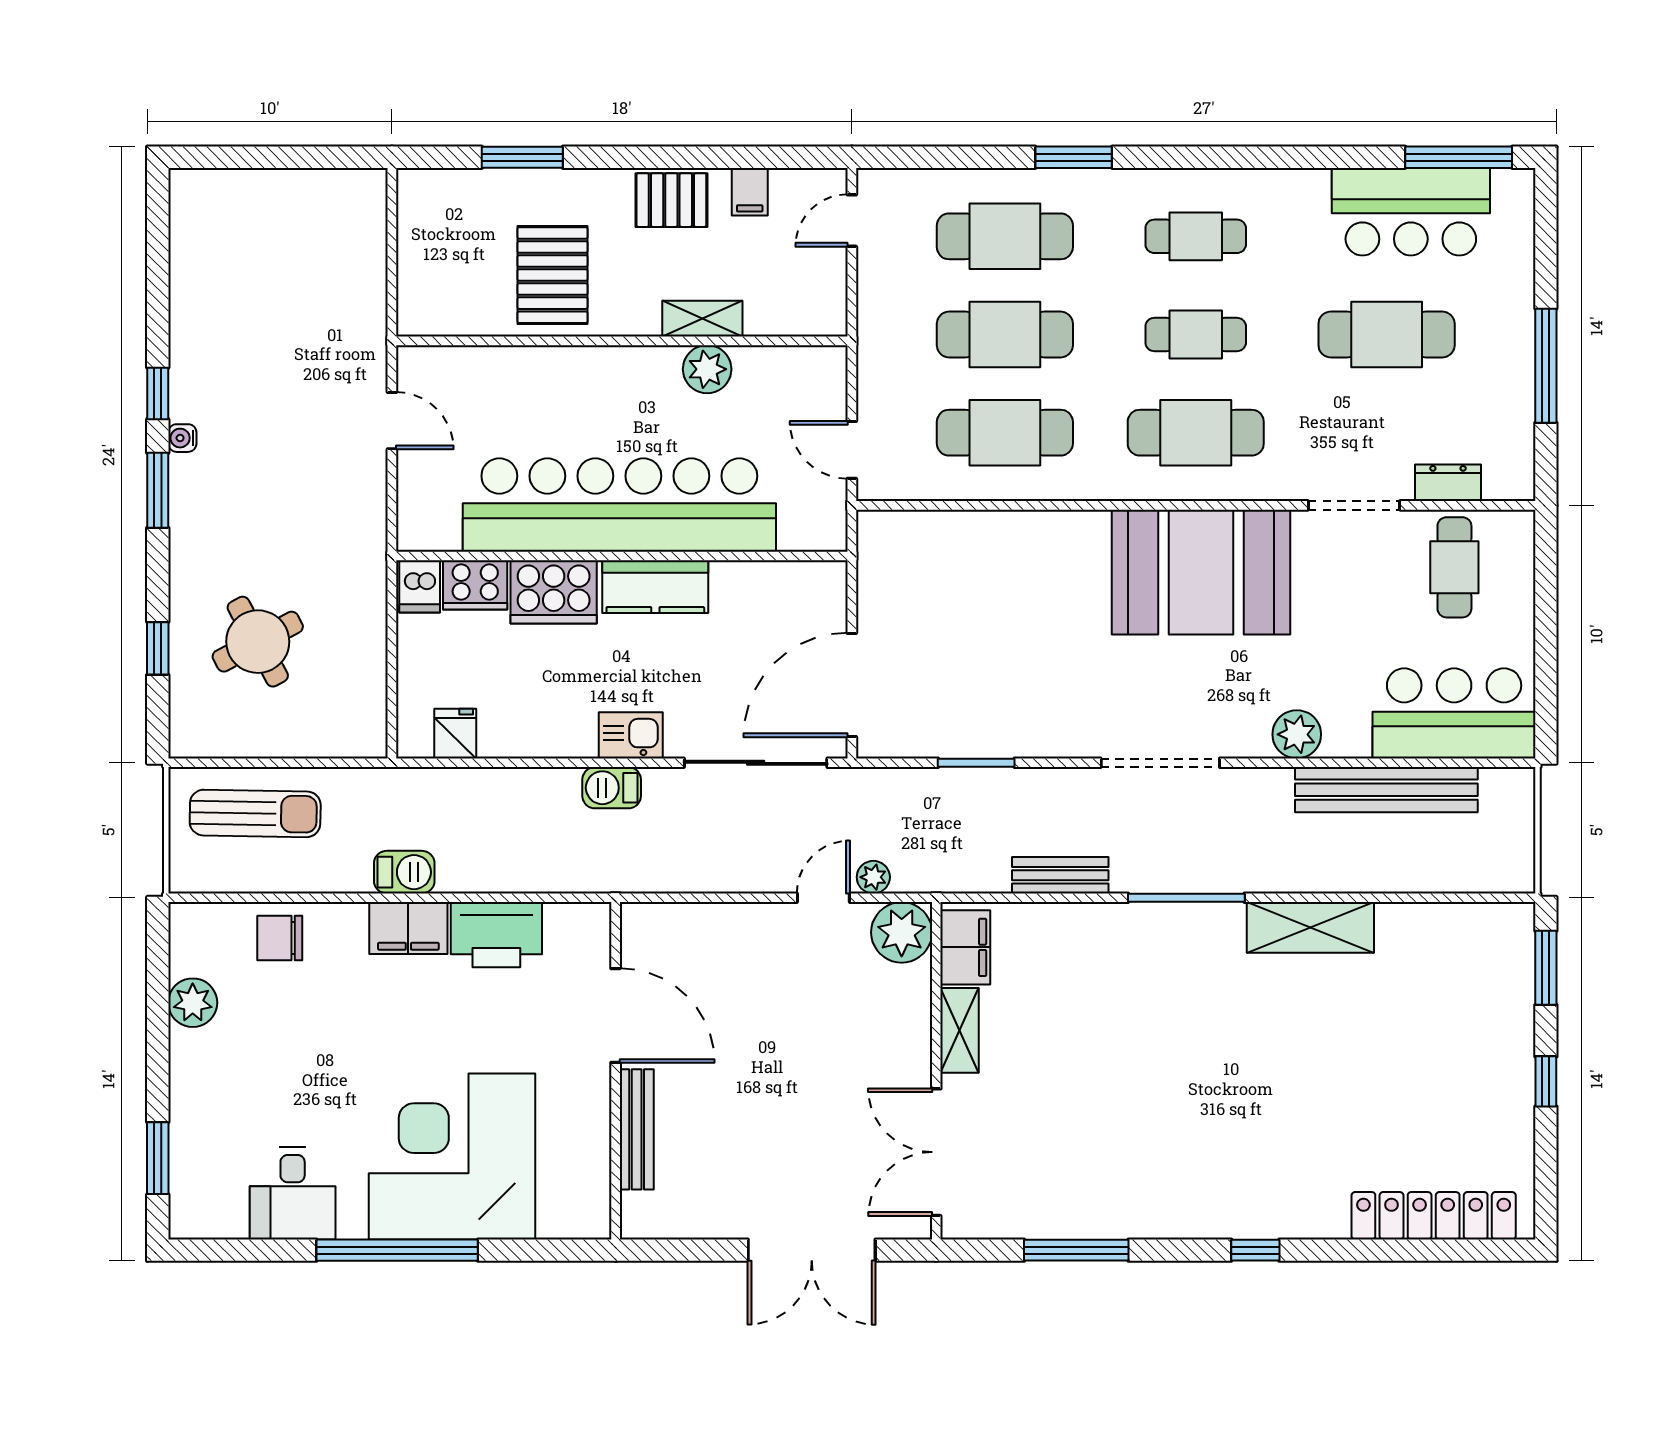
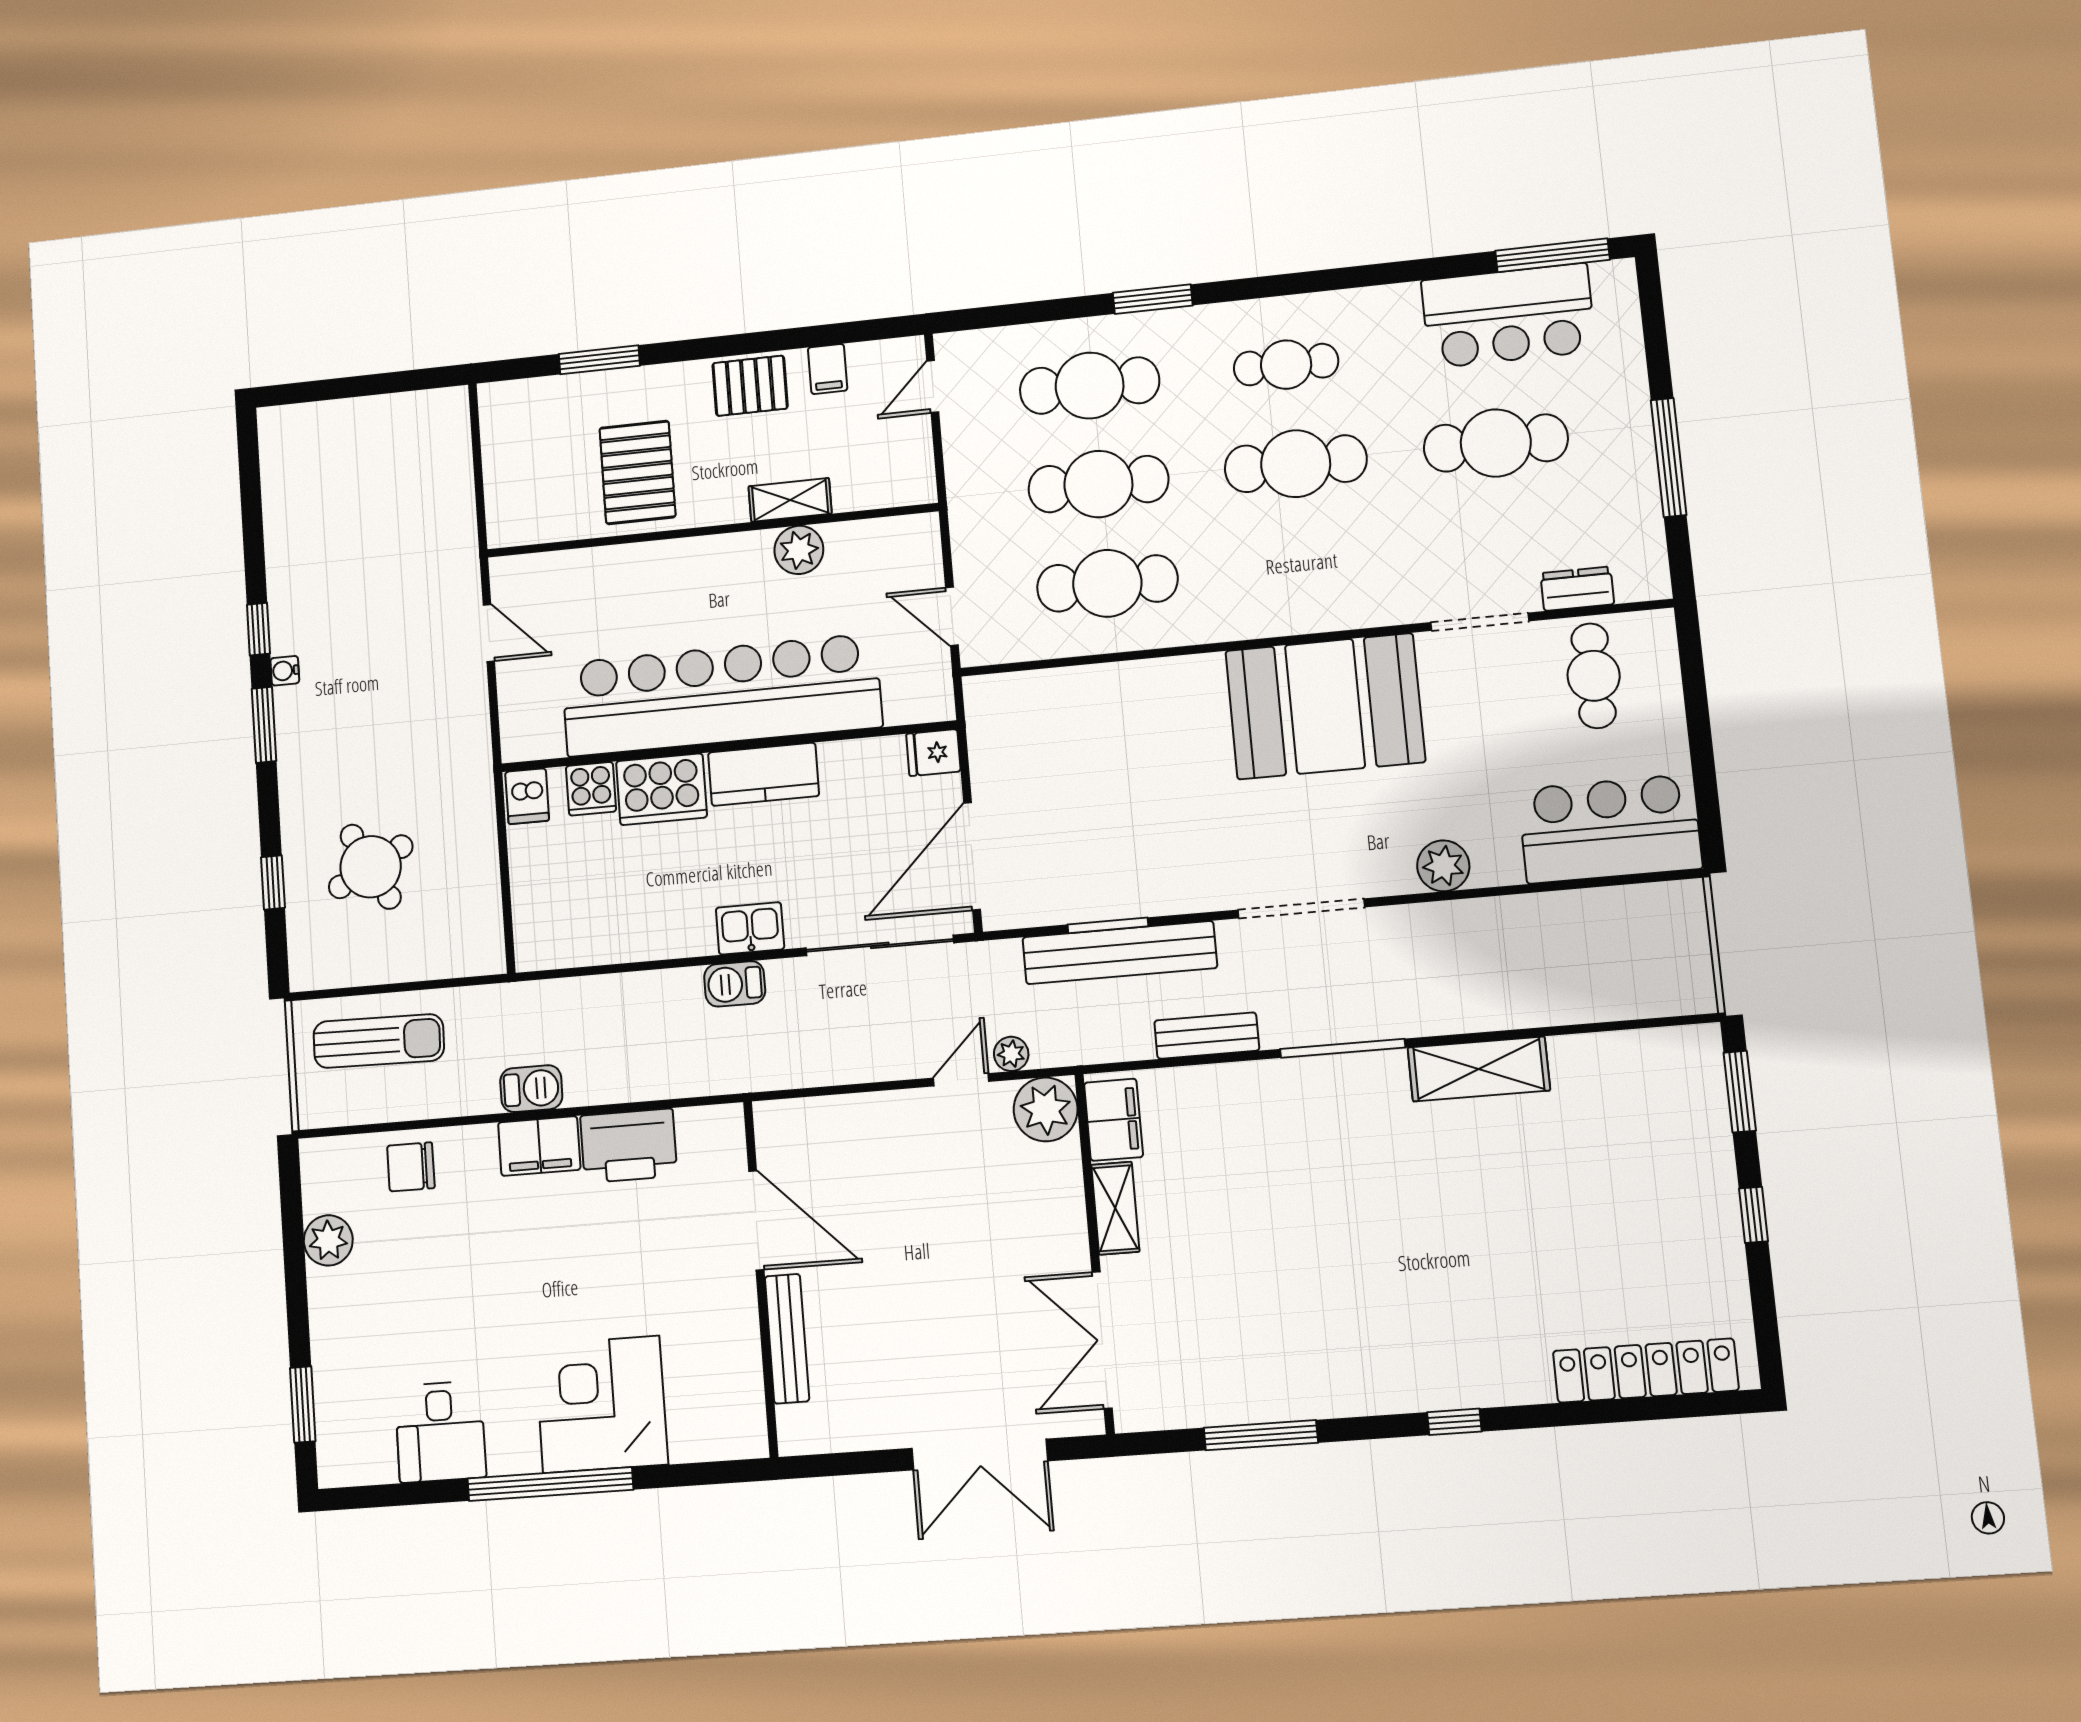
cafe table: (1196, 335) -> (1296, 464), width x1.37, depth x1.35
cafe table: (1196, 433) -> (1305, 564), removed
cooker: (475, 585) -> (591, 789), width x0.73
fridge: (455, 734) -> (933, 753), moved, turned -90
bench: (1386, 790) -> (1120, 953), moved
corner desk: (452, 1156) -> (601, 1404), width x0.74, depth x0.74

